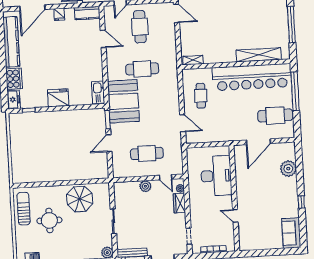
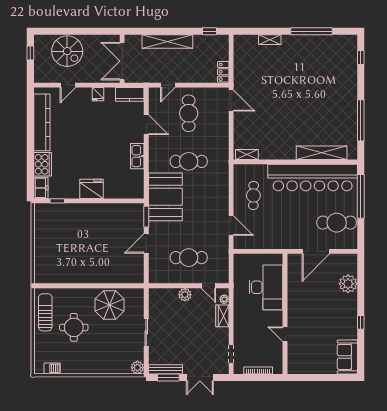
door: (32, 8) -> (68, 85), width x0.53
kitchen sink: (98, 92) -> (137, 156), moved

